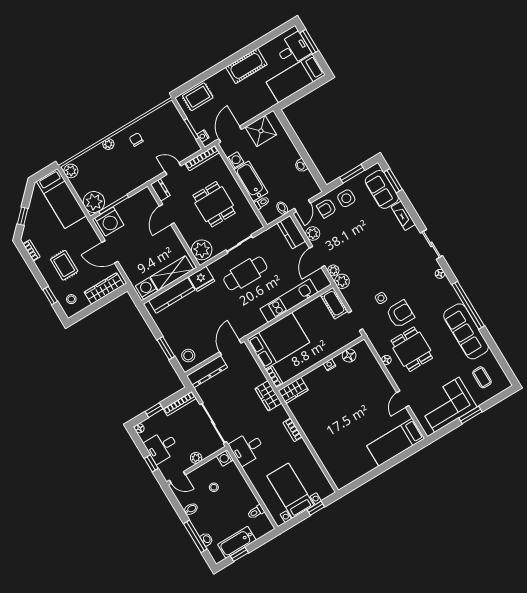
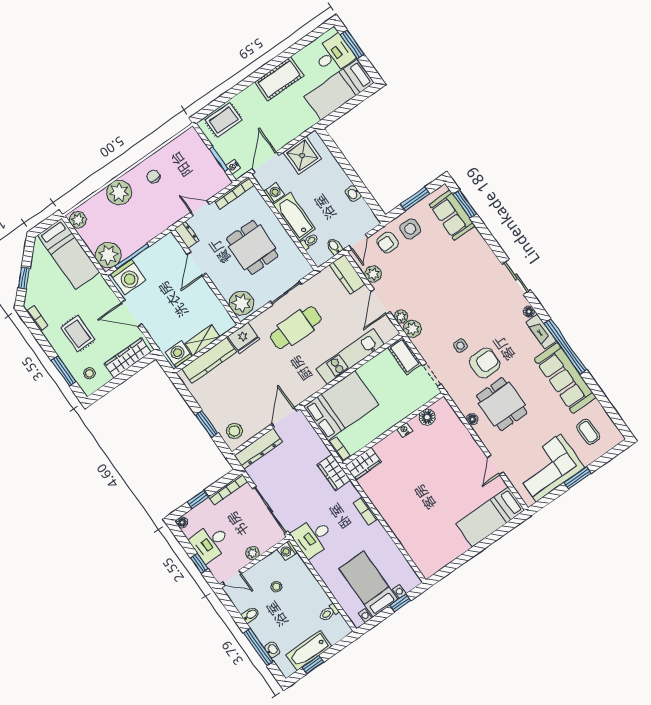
plant: (108, 144) -> (119, 192), width x1.88, depth x1.88
fireplace: (403, 216) -> (541, 332), moved
shelving: (172, 273) -> (202, 340), width x0.67, depth x0.75
window: (50, 296) -> (64, 371), width x1.50

